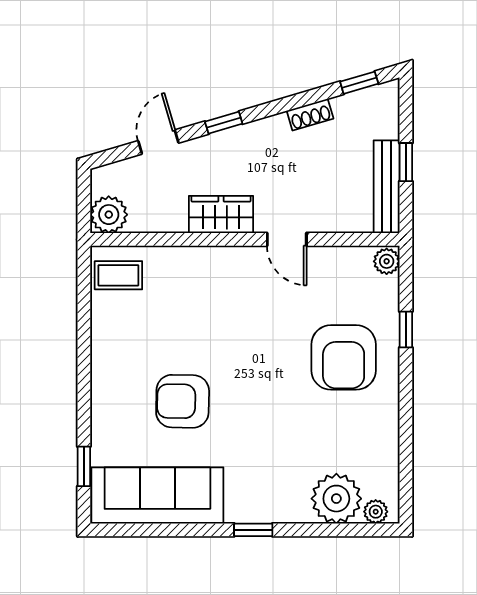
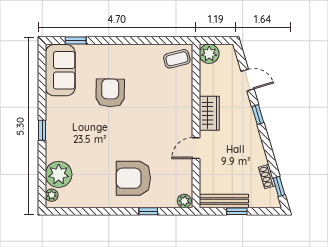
shoe rack: (310, 115) -> (267, 177), moved
coffee table: (118, 275) -> (177, 59), turned 76
sofa: (157, 495) -> (60, 70), width x0.73

